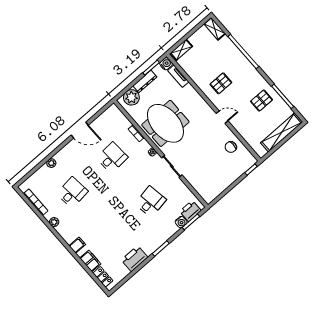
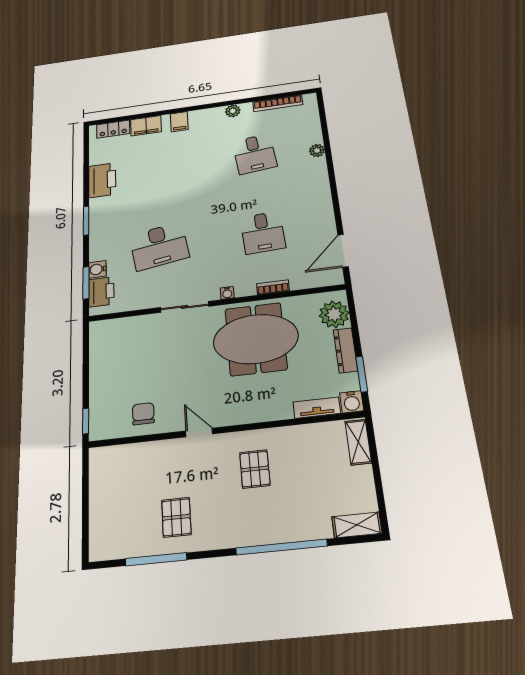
door: (222, 117) -> (199, 432), swing flipped
door: (80, 130) -> (343, 251), moved
shelving: (282, 132) -> (101, 513), removed
desk: (150, 202) -> (159, 246), width x1.37

